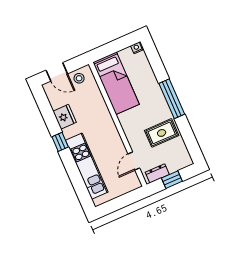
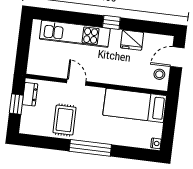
door: (134, 161) -> (76, 82), moved

